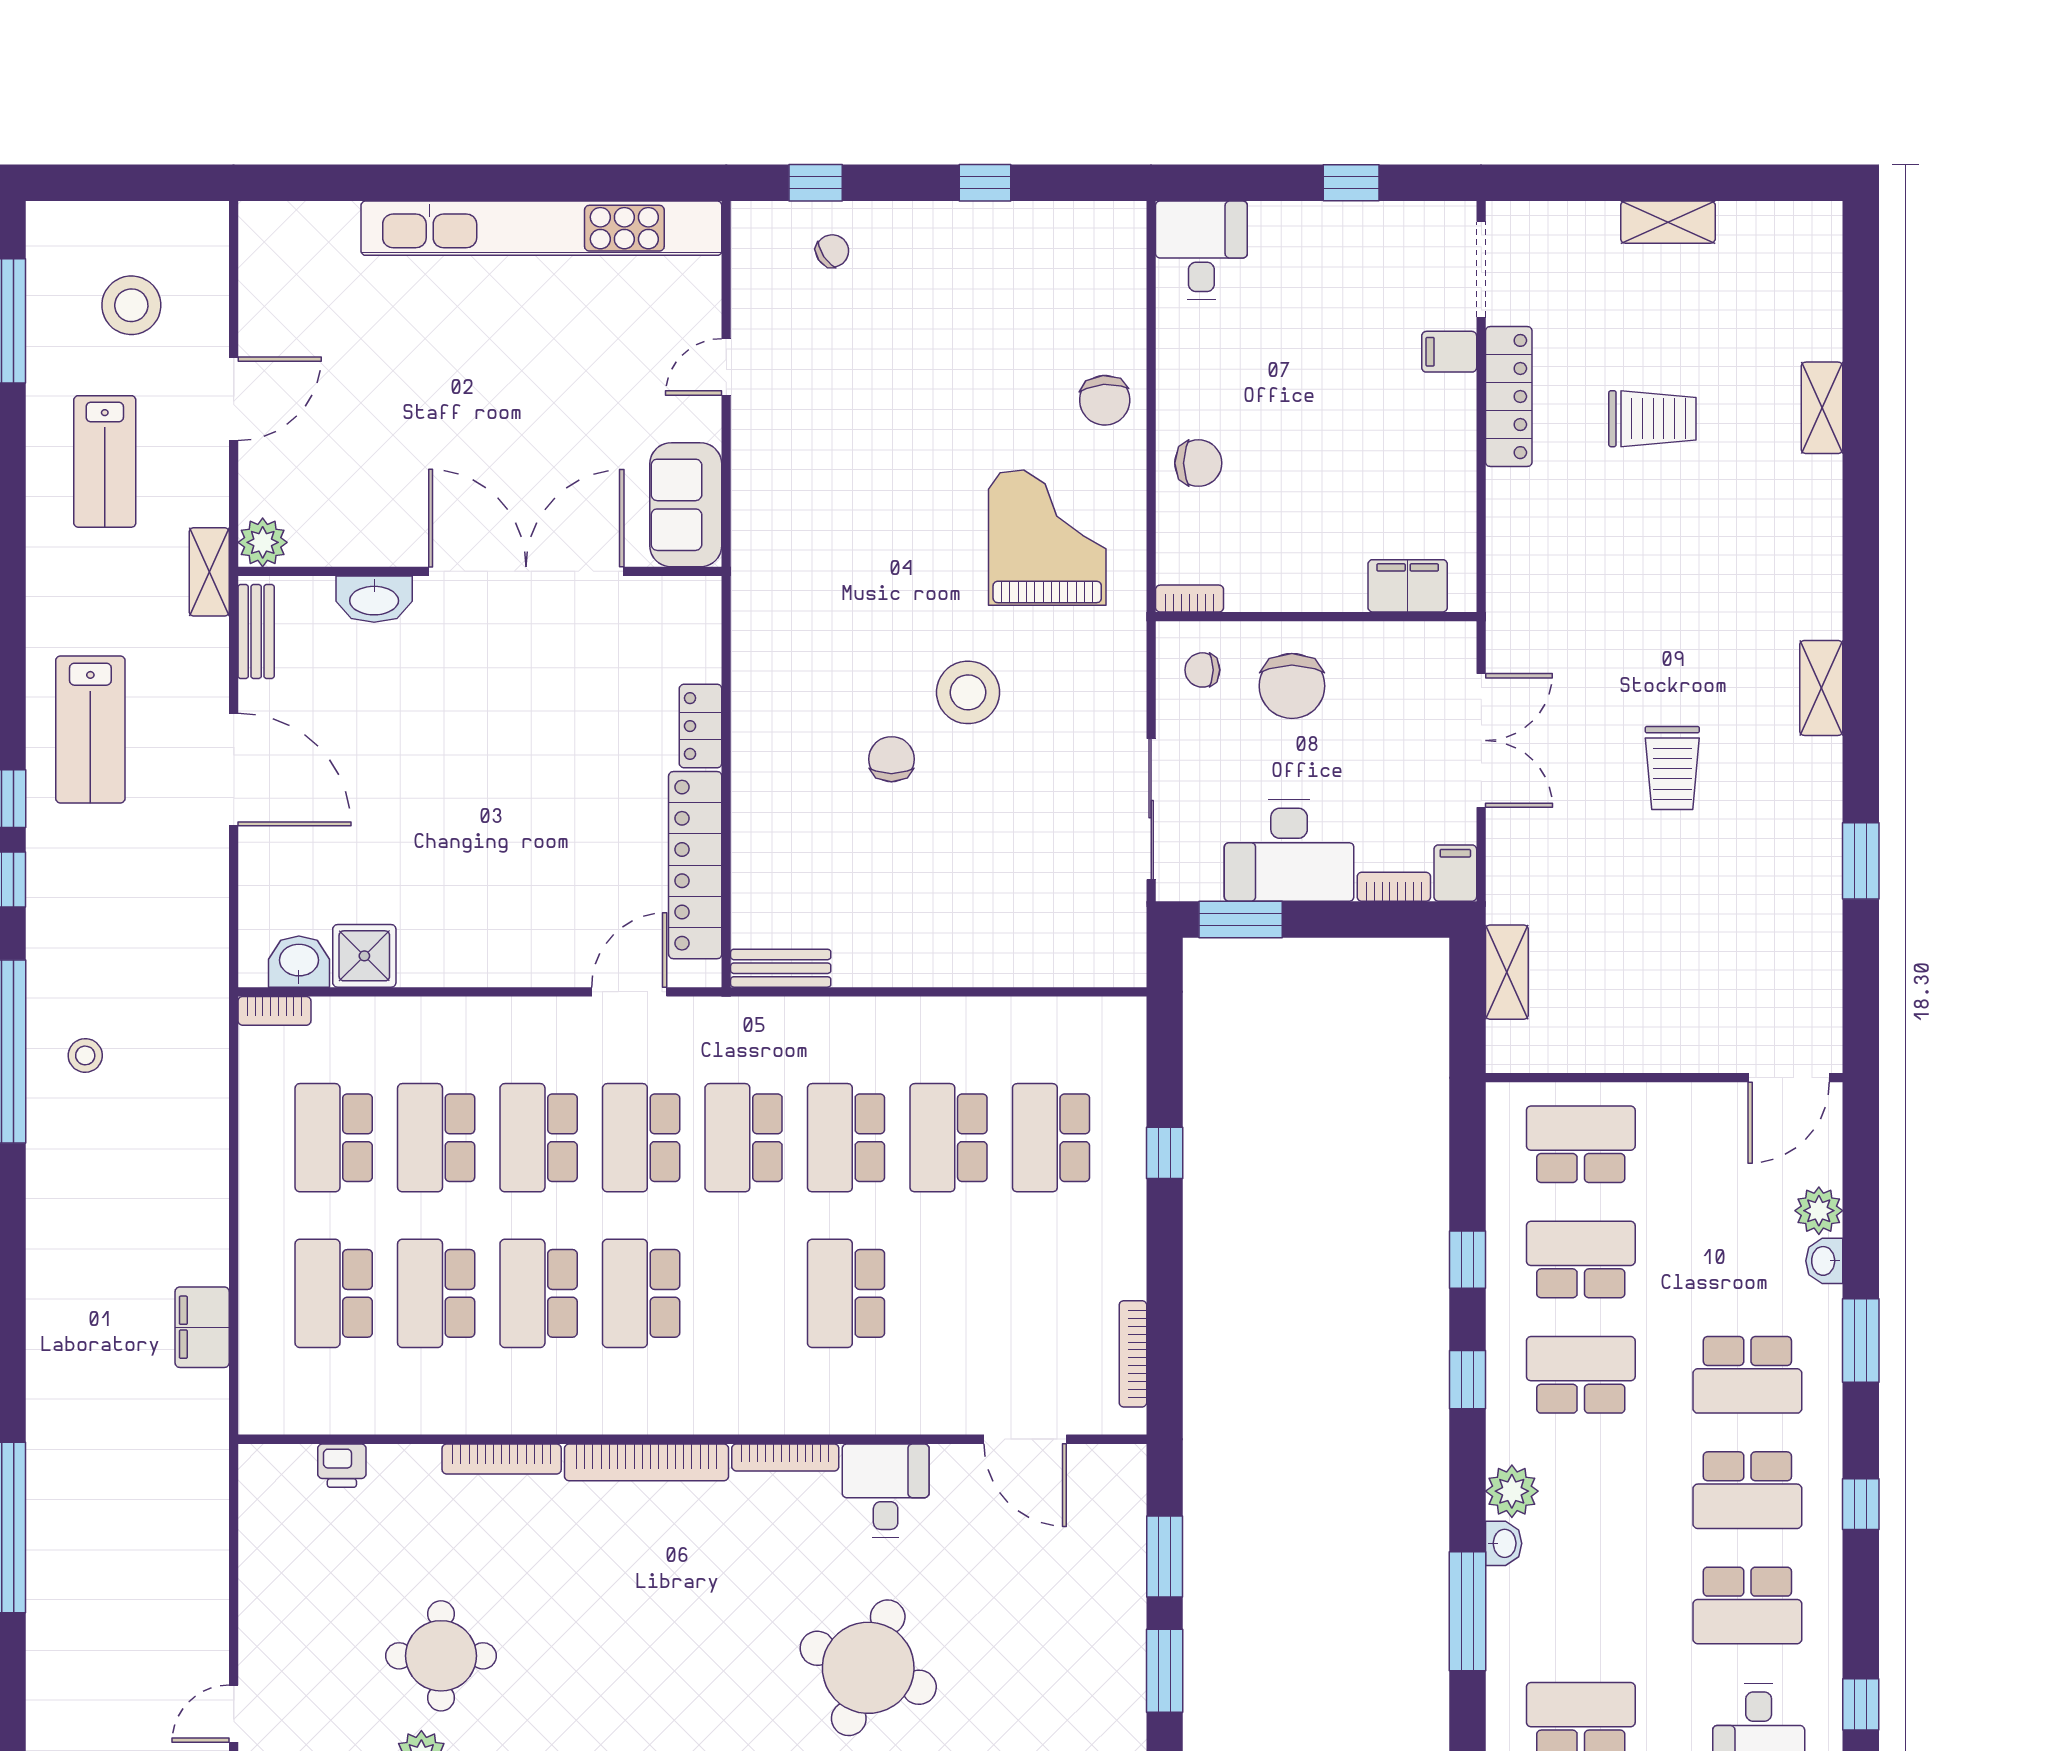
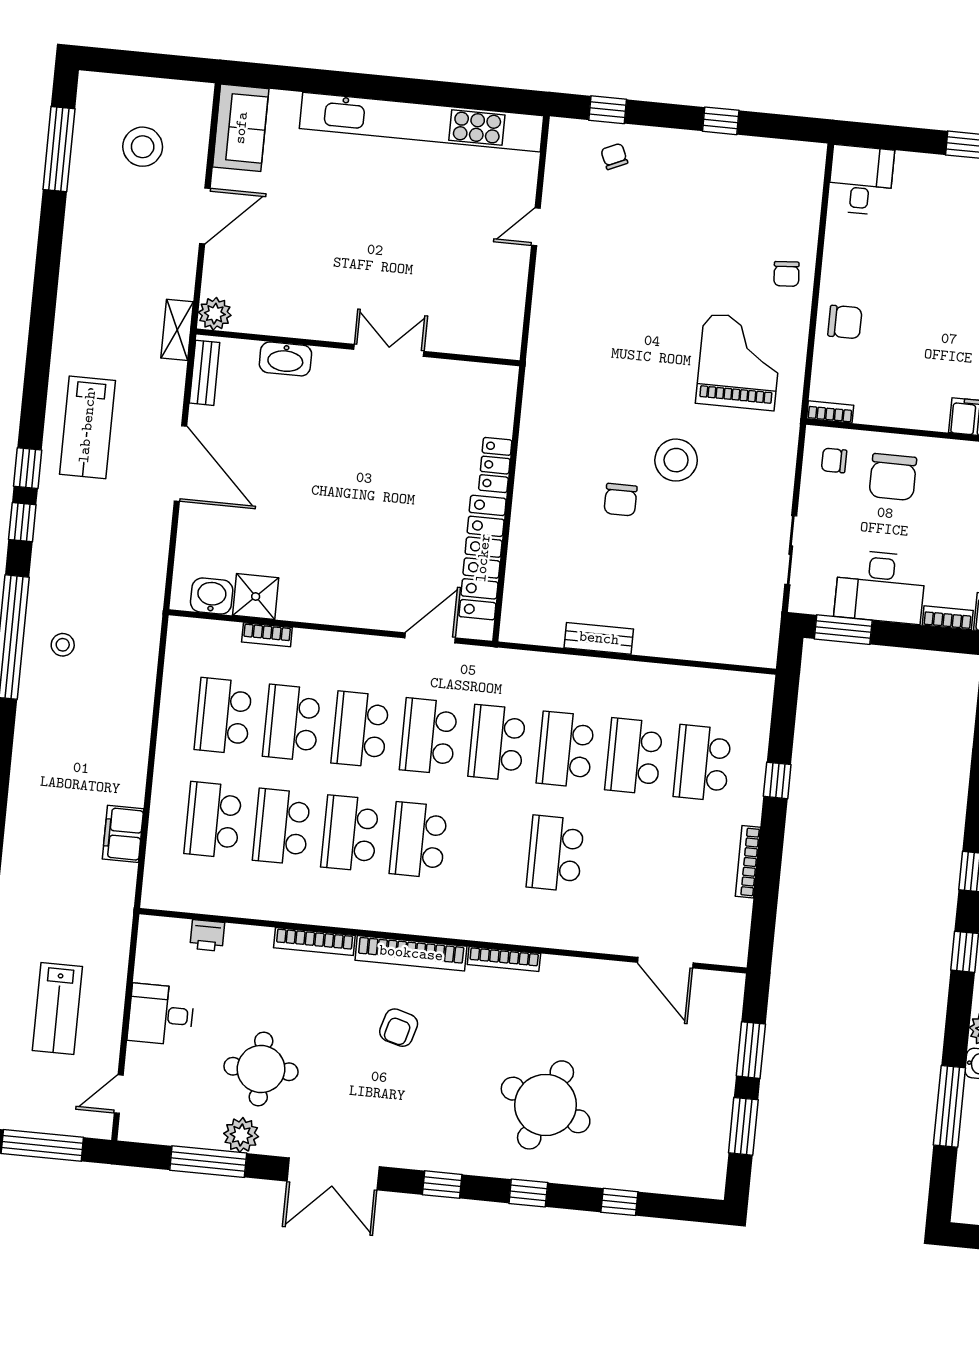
chair: (832, 251) -> (614, 156), turned -80
chair: (1105, 400) -> (786, 274), width x0.73, depth x0.73
lab bench: (105, 461) -> (57, 1009), moved
sofa: (686, 505) -> (241, 128), moved, turned 180
double door: (526, 571) -> (389, 350), width x0.54
chair: (891, 759) -> (621, 500), turned 180
sliding door: (1151, 809) -> (791, 550), width x0.73
bench: (781, 968) -> (599, 638), moved
bookcase: (274, 1011) -> (267, 635), moved
bookcase: (1133, 1354) -> (748, 862), moved
desk: (886, 1490) -> (161, 1015), moved, turned -90
armchair: (639, 1575) -> (399, 1028), added

